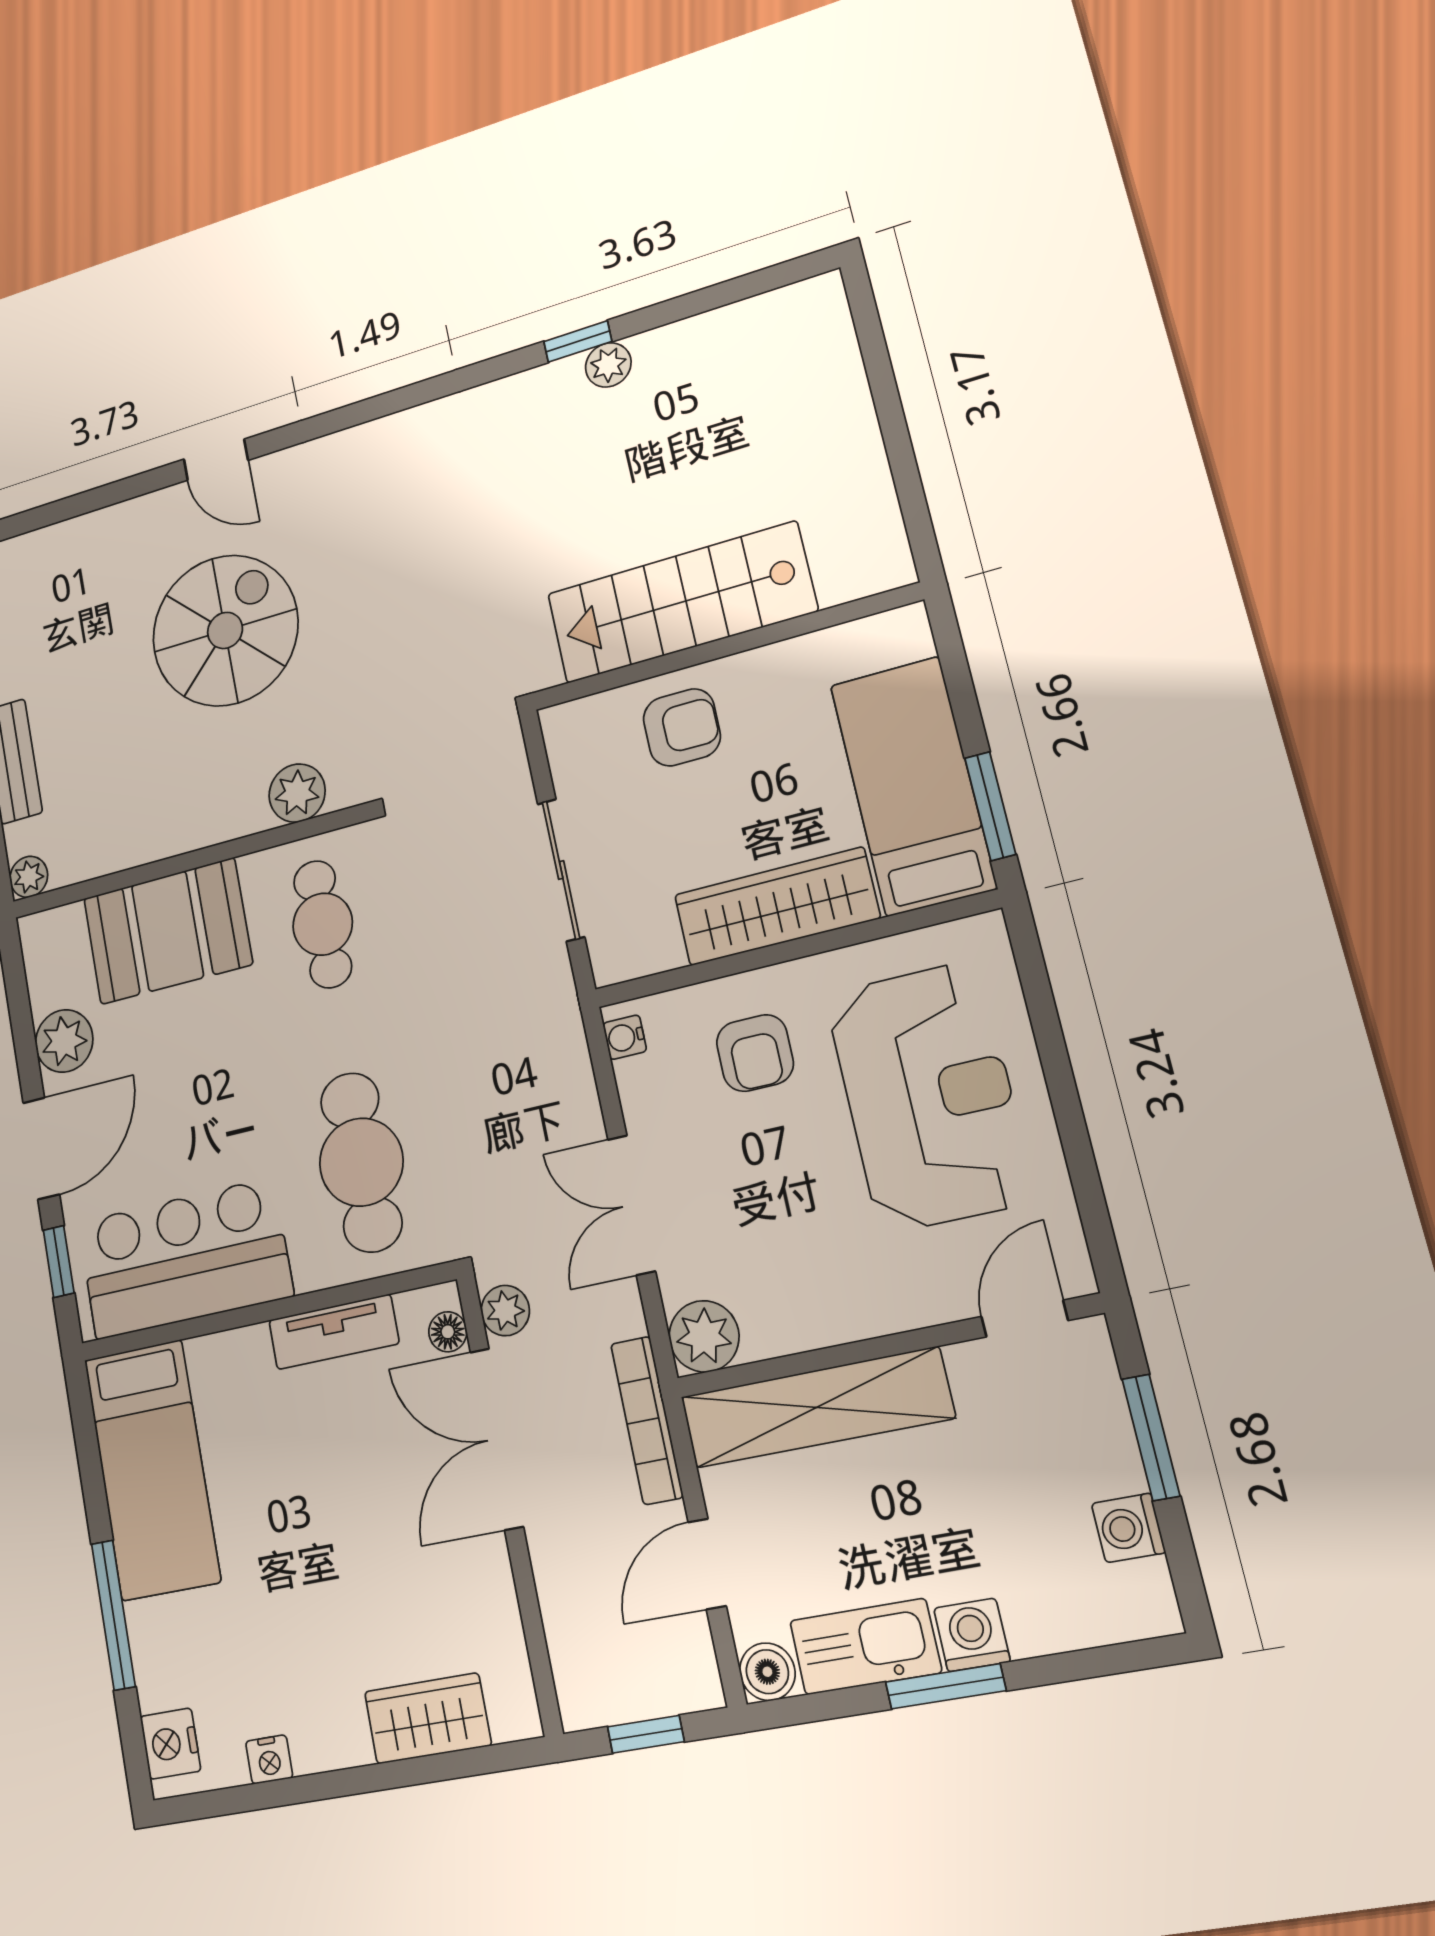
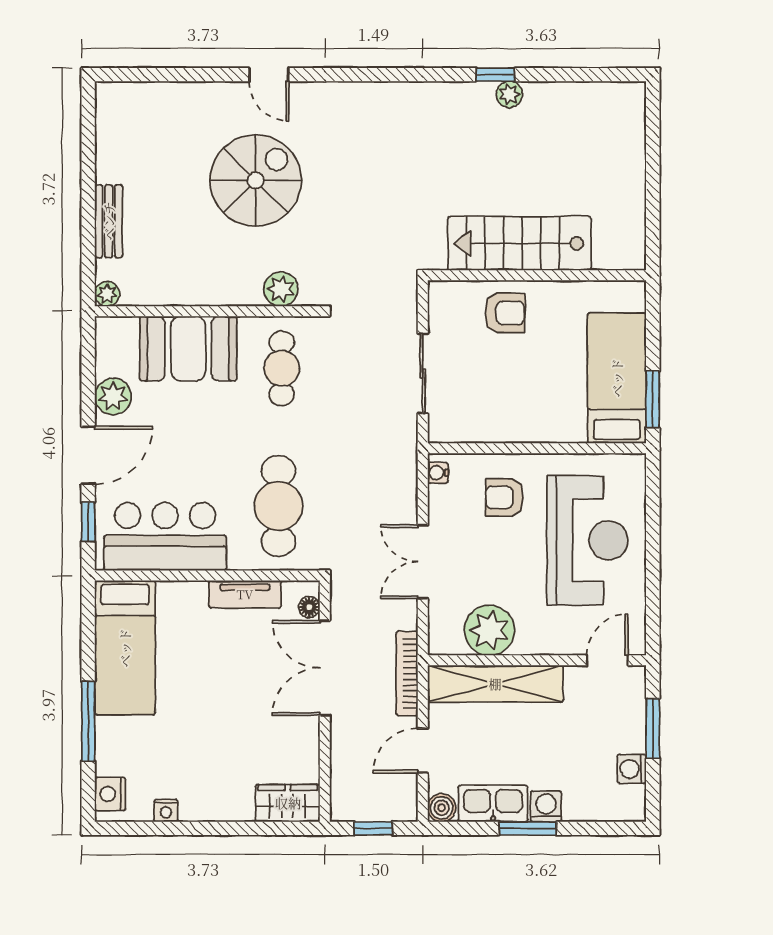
wardrobe: (776, 906) -> (533, 423), removed
armchair: (755, 1053) -> (505, 497), turned 90
plant: (505, 1311) -> (343, 602), removed
plant: (704, 1336) -> (489, 630), moved, width x1.36, depth x1.36
wardrobe: (428, 1718) -> (288, 803), moved

